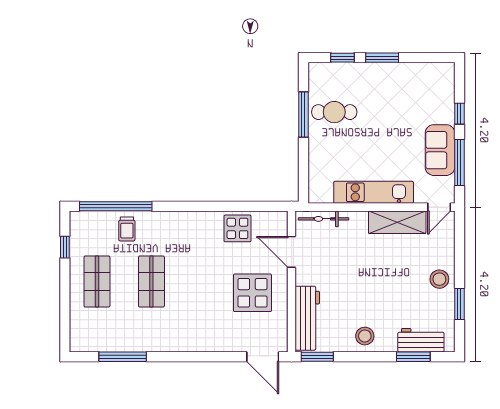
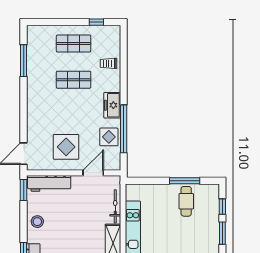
window: (116, 206) -> (124, 129), moved
bicycle: (324, 219) -> (115, 206), moved
freezer: (190, 223) -> (112, 105), added

